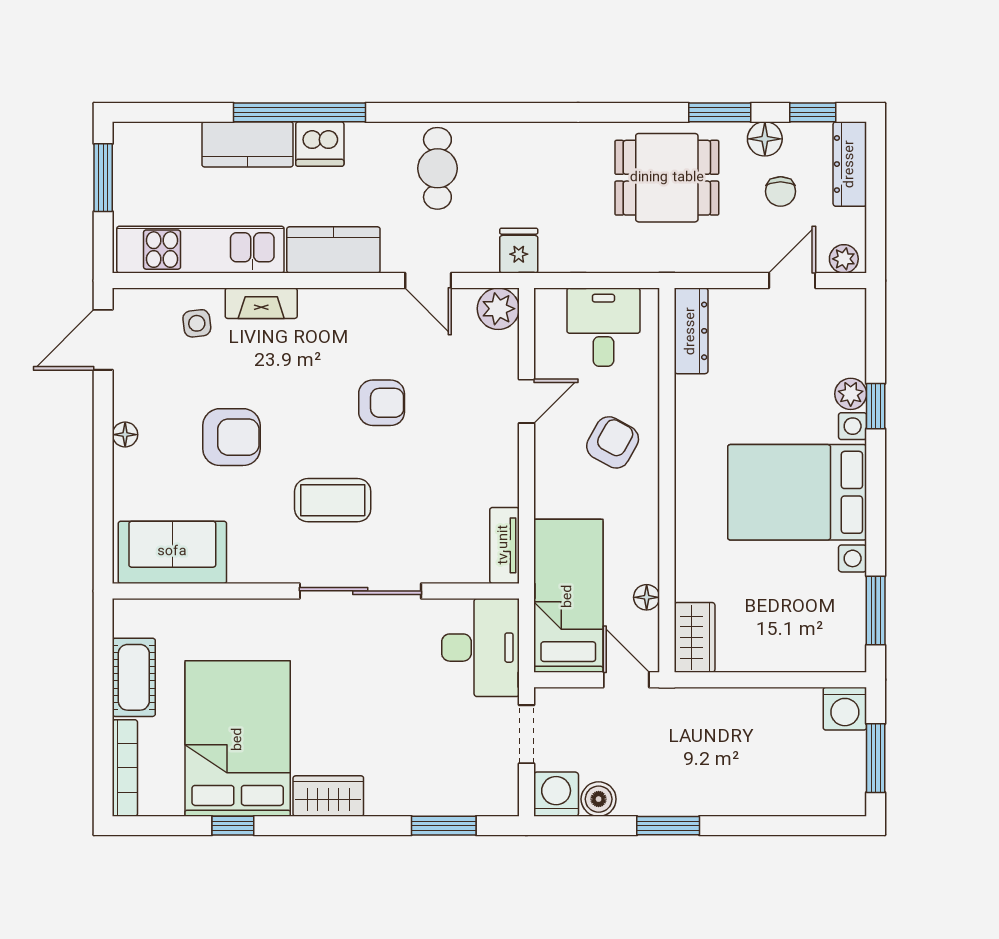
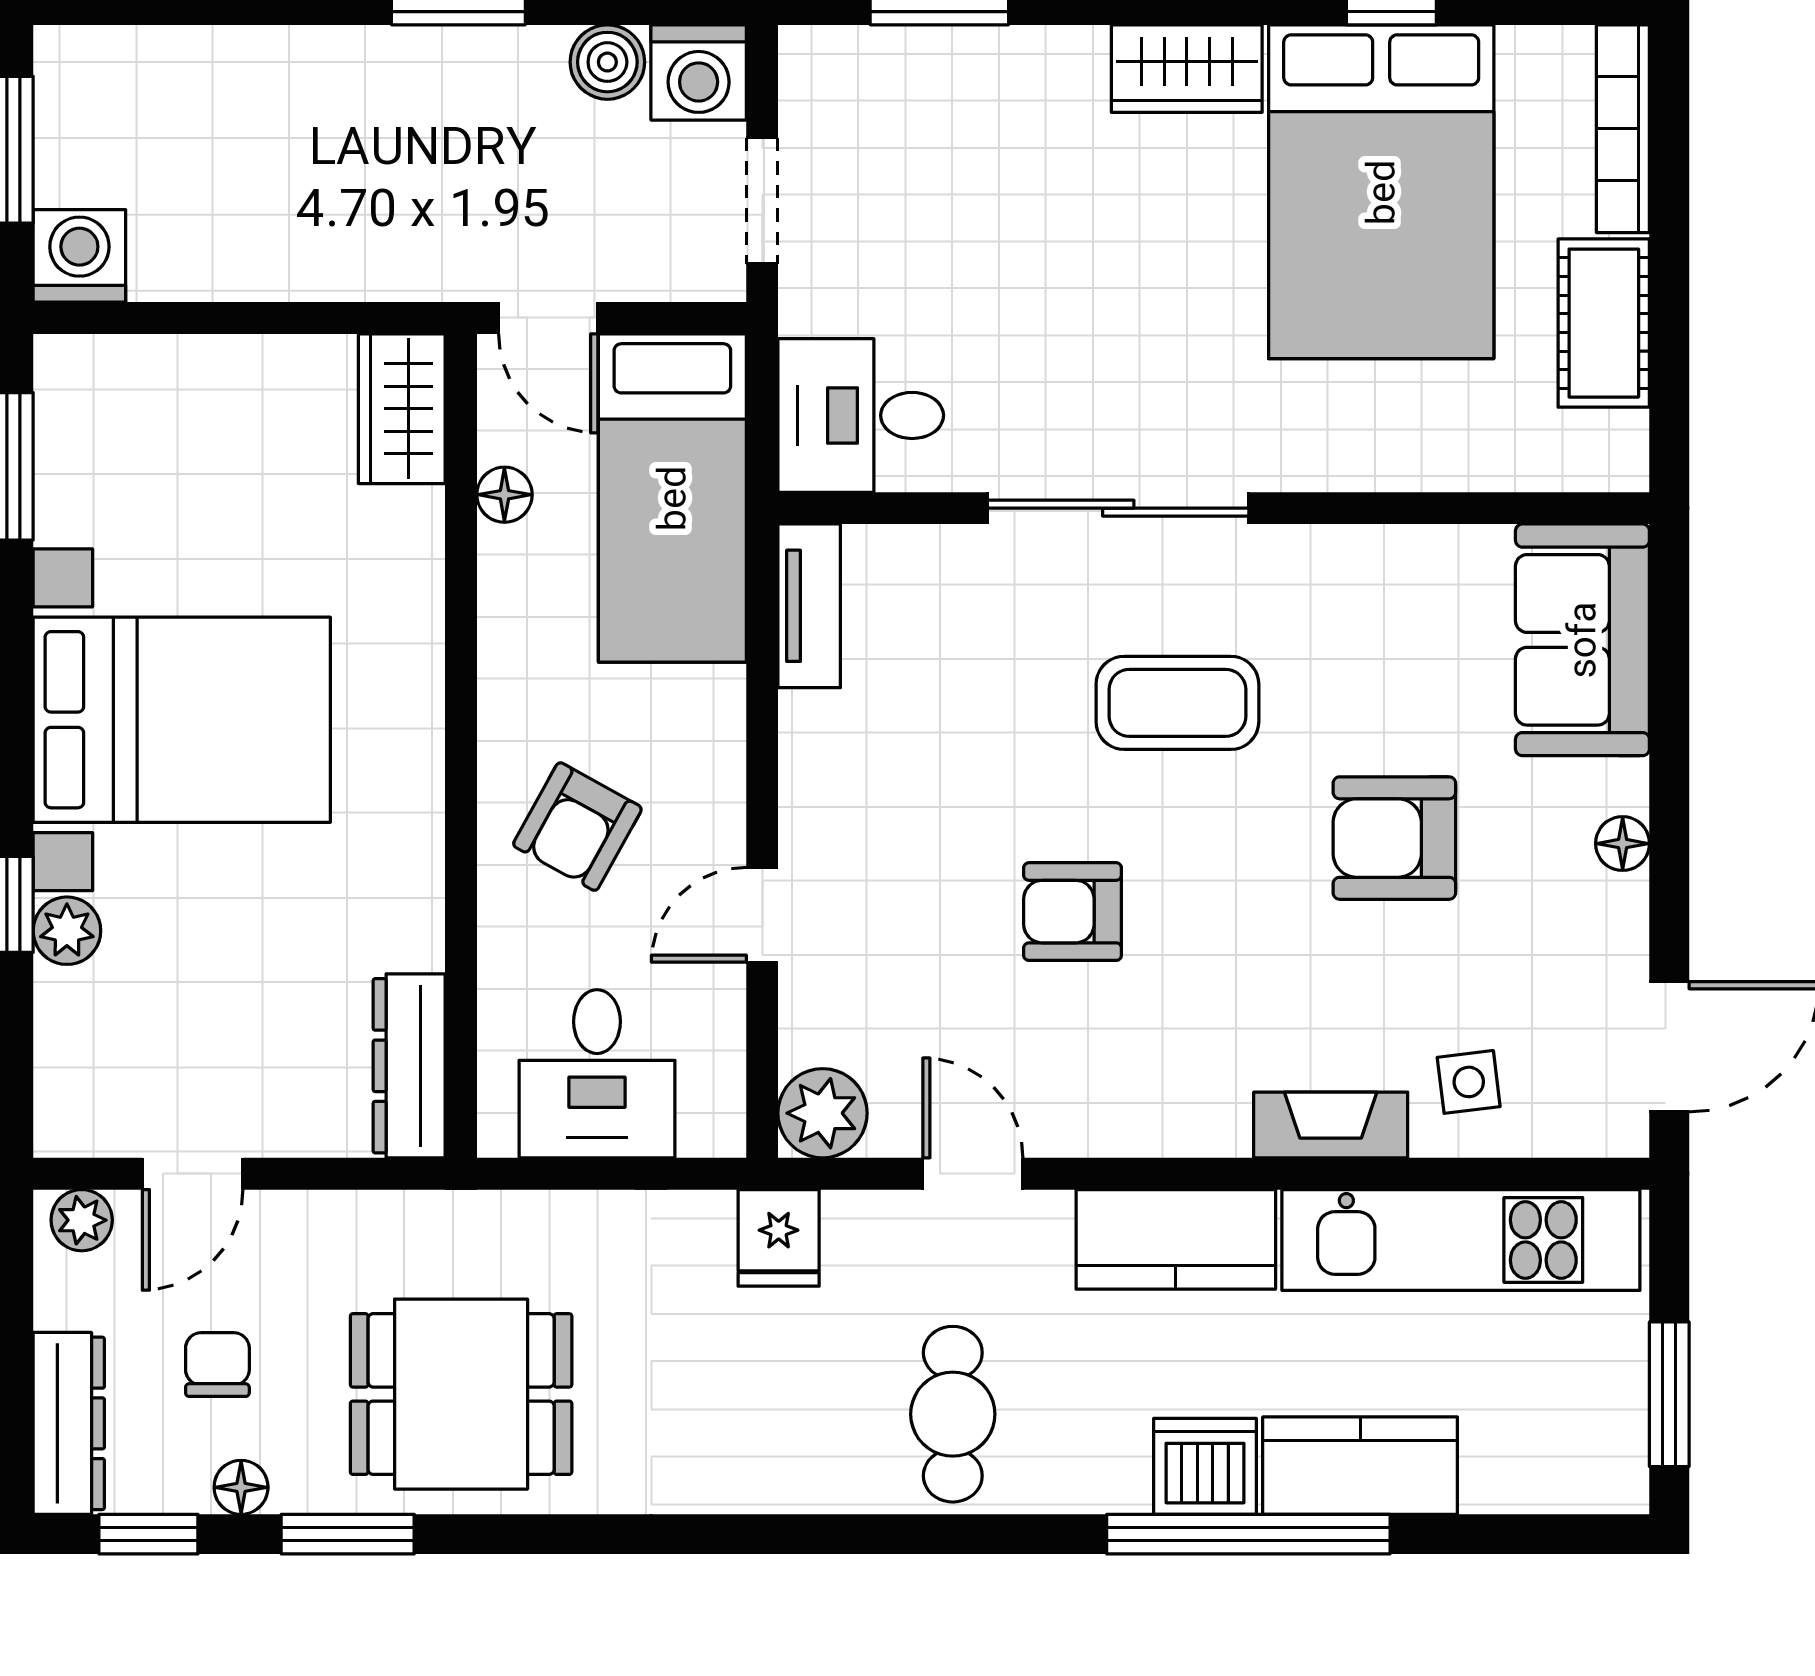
floor lamp: (765, 139) -> (241, 1487), width x0.73, depth x0.73
sofa: (172, 552) -> (1582, 640), moved, turned 90
desk: (480, 648) -> (861, 415), width x0.73

